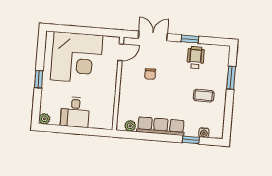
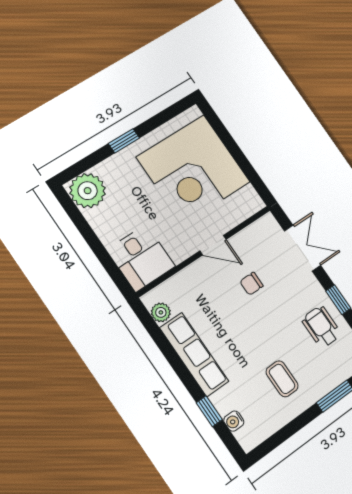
door: (121, 52) -> (213, 245), moved
wheelchair: (196, 58) -> (321, 327), turned -90
desk: (75, 112) -> (141, 258), moved, turned -90
plant: (44, 119) -> (88, 191), width x1.87, depth x1.87

